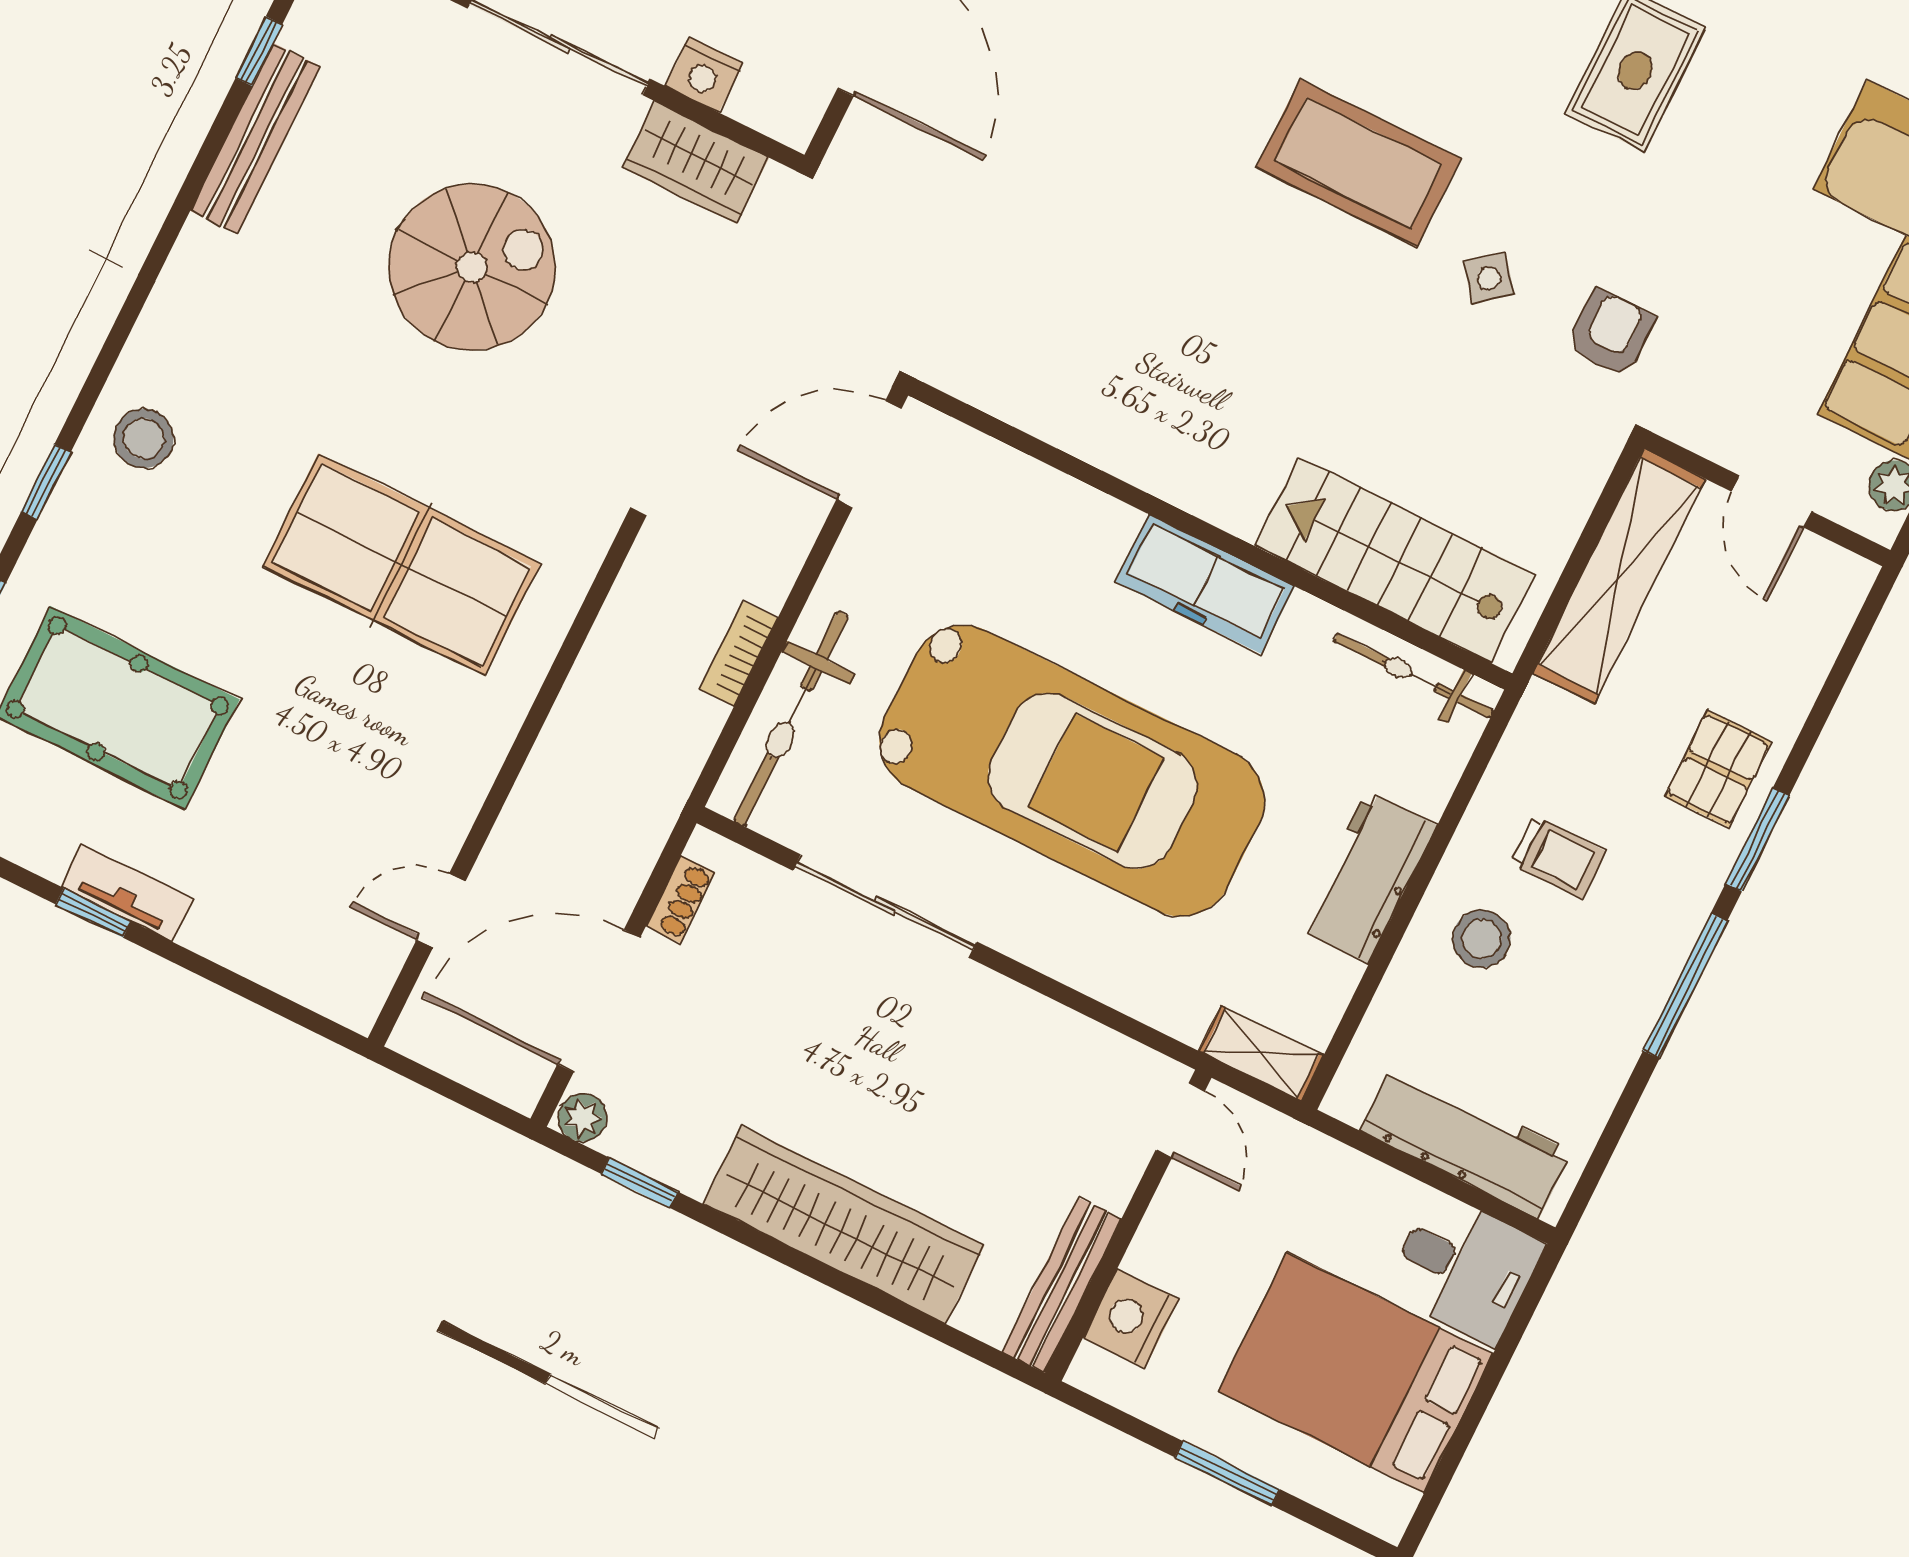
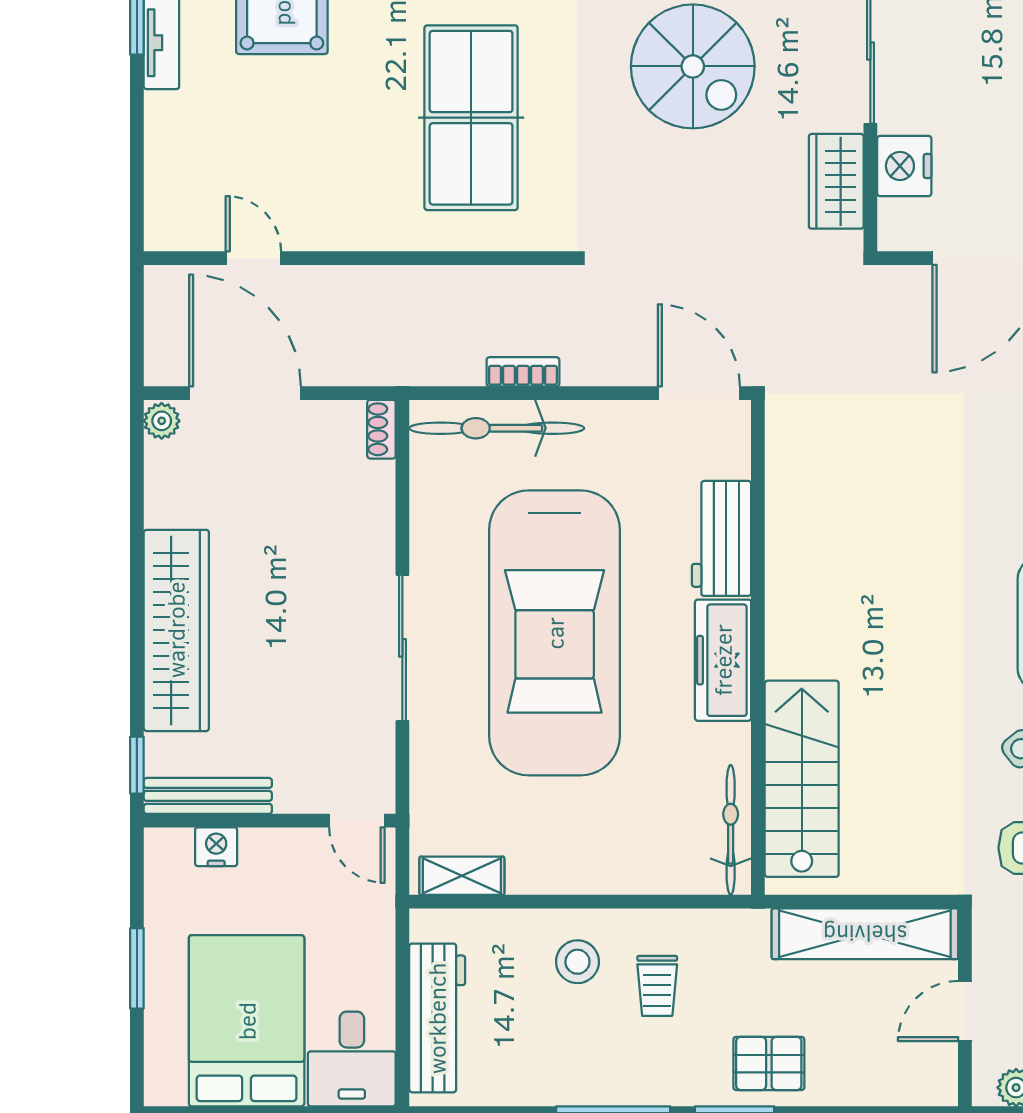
nightstand: (704, 75) -> (904, 166), width x1.36, depth x1.33
workbench: (1367, 877) -> (722, 538), moved, turned -90
shoe rack: (680, 899) -> (381, 429), moved, turned 90
sliding door: (885, 906) -> (402, 648), moved
shelving: (1261, 1053) -> (462, 876), moved, turned 90
door: (1180, 1120) -> (357, 821), hinge flipped
window: (639, 1183) -> (137, 765), moved
nightstand: (1131, 1318) -> (216, 847), width x0.74, depth x0.75

